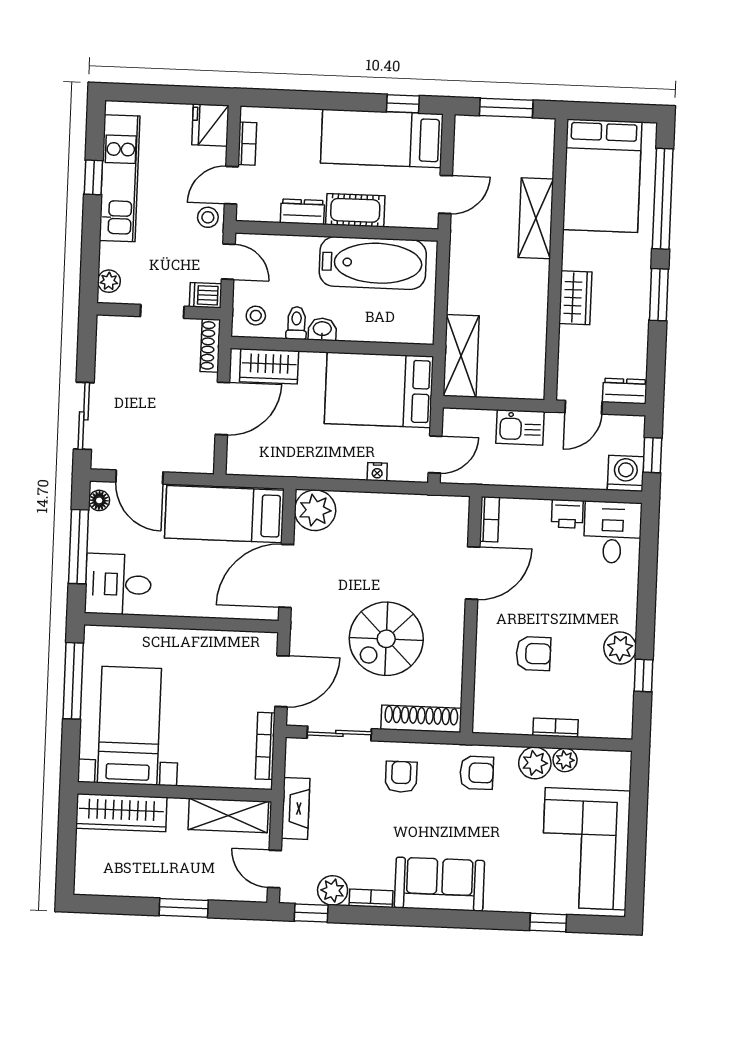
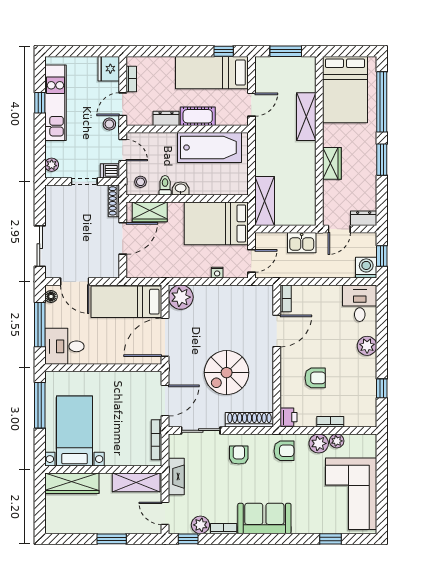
printer: (567, 514) -> (289, 417), moved, turned -90
plant: (620, 648) -> (367, 346), moved

